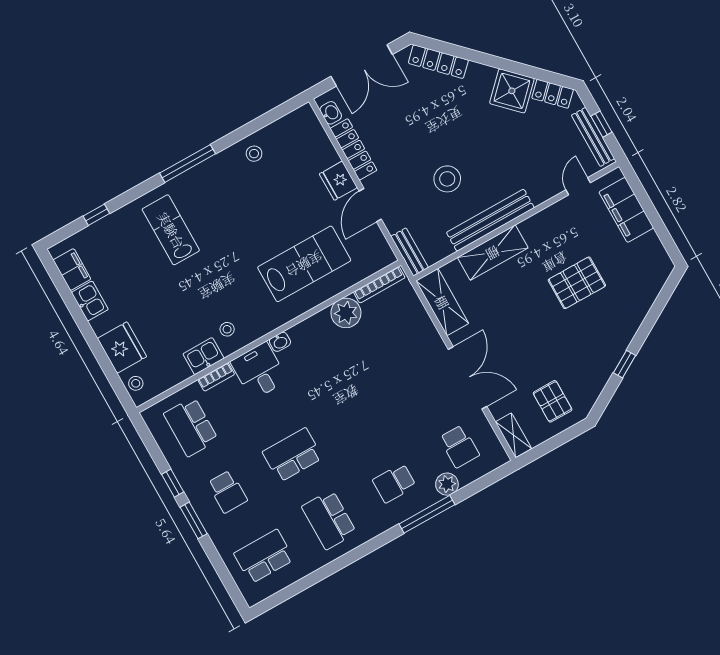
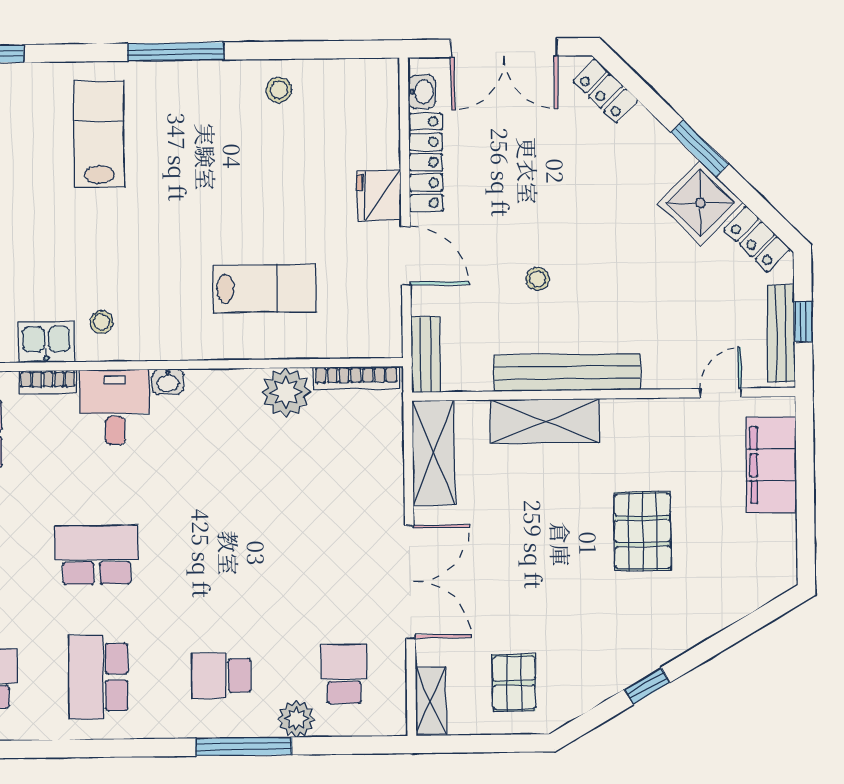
locker: (438, 62) -> (605, 91), width x0.66
window: (496, 62) -> (700, 148), added
stool: (447, 179) -> (538, 279), width x0.53, depth x0.53
door: (370, 205) -> (406, 256), swing flipped
lab bench: (304, 264) -> (264, 288), width x0.73, depth x0.72
pallet: (577, 283) -> (643, 531), turned 90
school desk: (459, 446) -> (344, 674), turned 180

